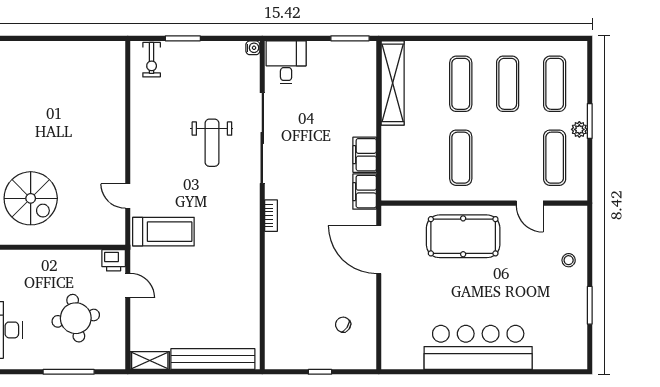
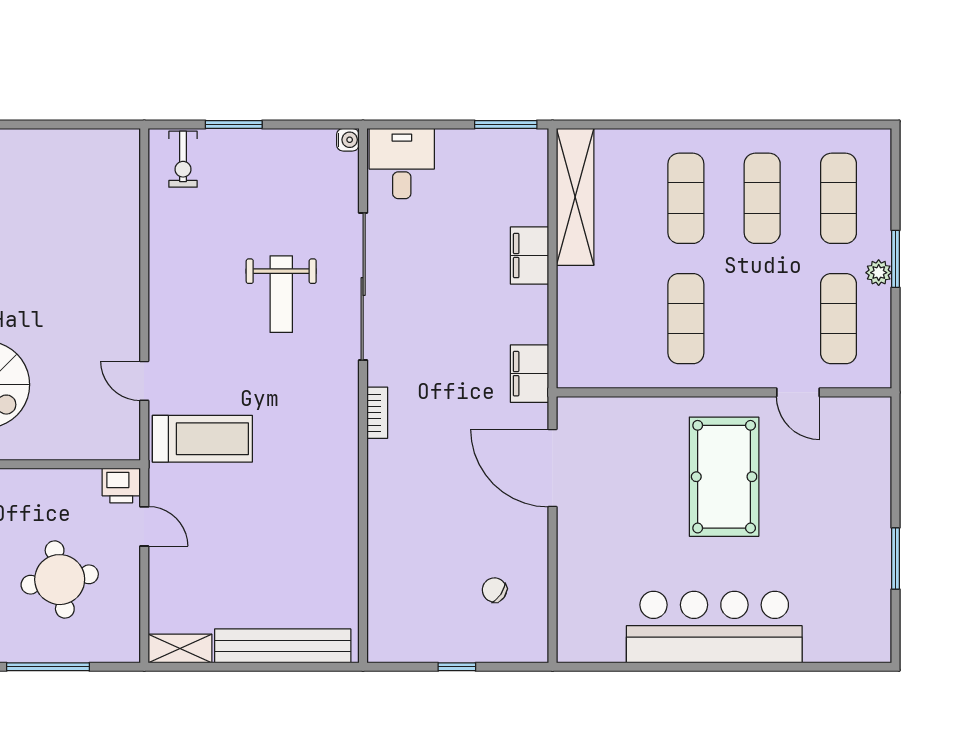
filing cabinet: (365, 155) -> (530, 256), moved
pool table: (463, 236) -> (724, 477), moved, turned 90
stool: (569, 260) -> (861, 485), removed

